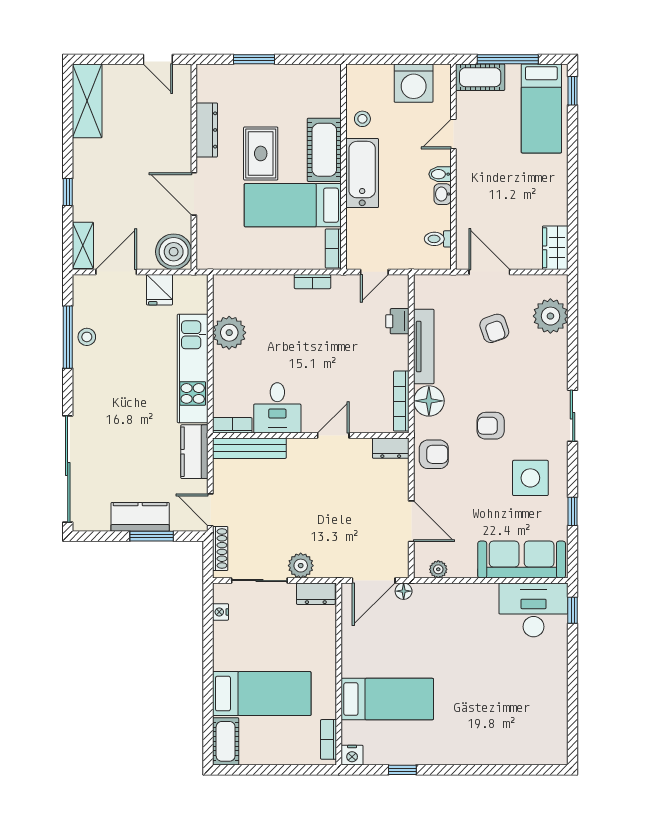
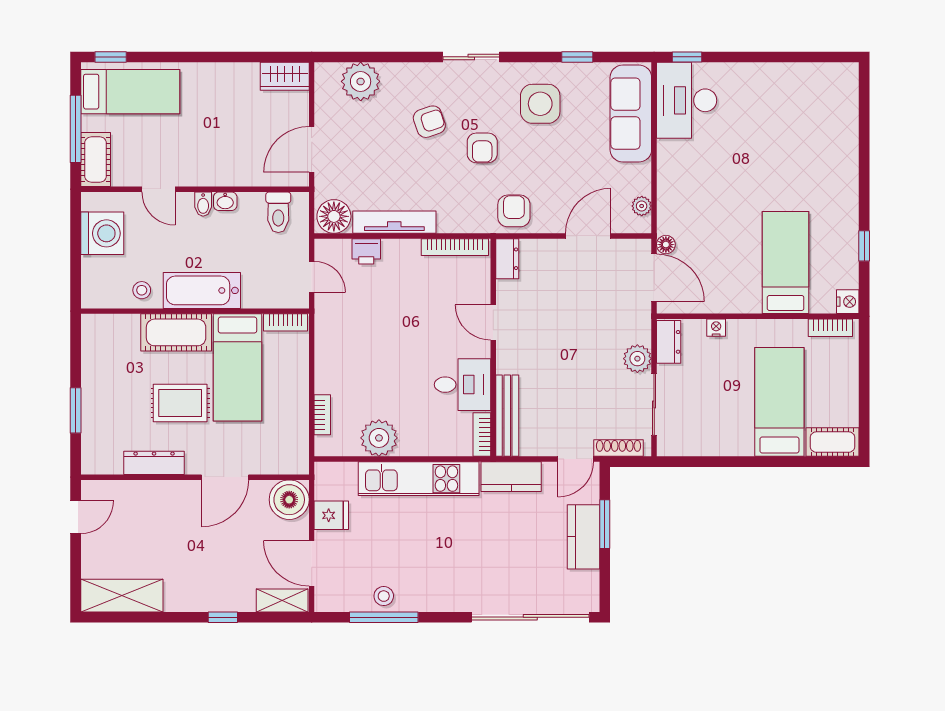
toilet: (438, 239) -> (278, 212), width x1.37, depth x1.39
bookcase: (312, 282) -> (322, 415), moved
armchair: (494, 328) -> (429, 122), moved
floor lamp: (429, 401) -> (334, 216), moved
nightstand: (220, 612) -> (716, 328), moved, turned 180

